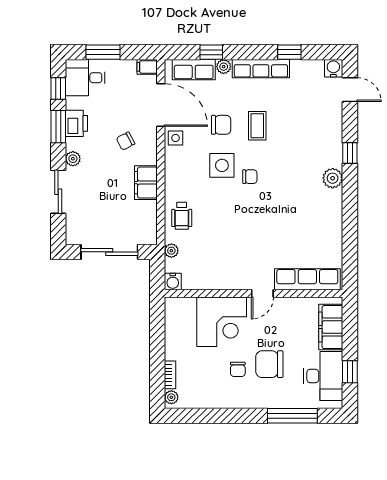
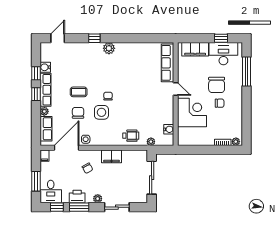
window: (211, 52) -> (36, 94), moved
water cooler: (333, 68) -> (45, 67), moved
water cooler: (173, 281) -> (169, 129), moved

